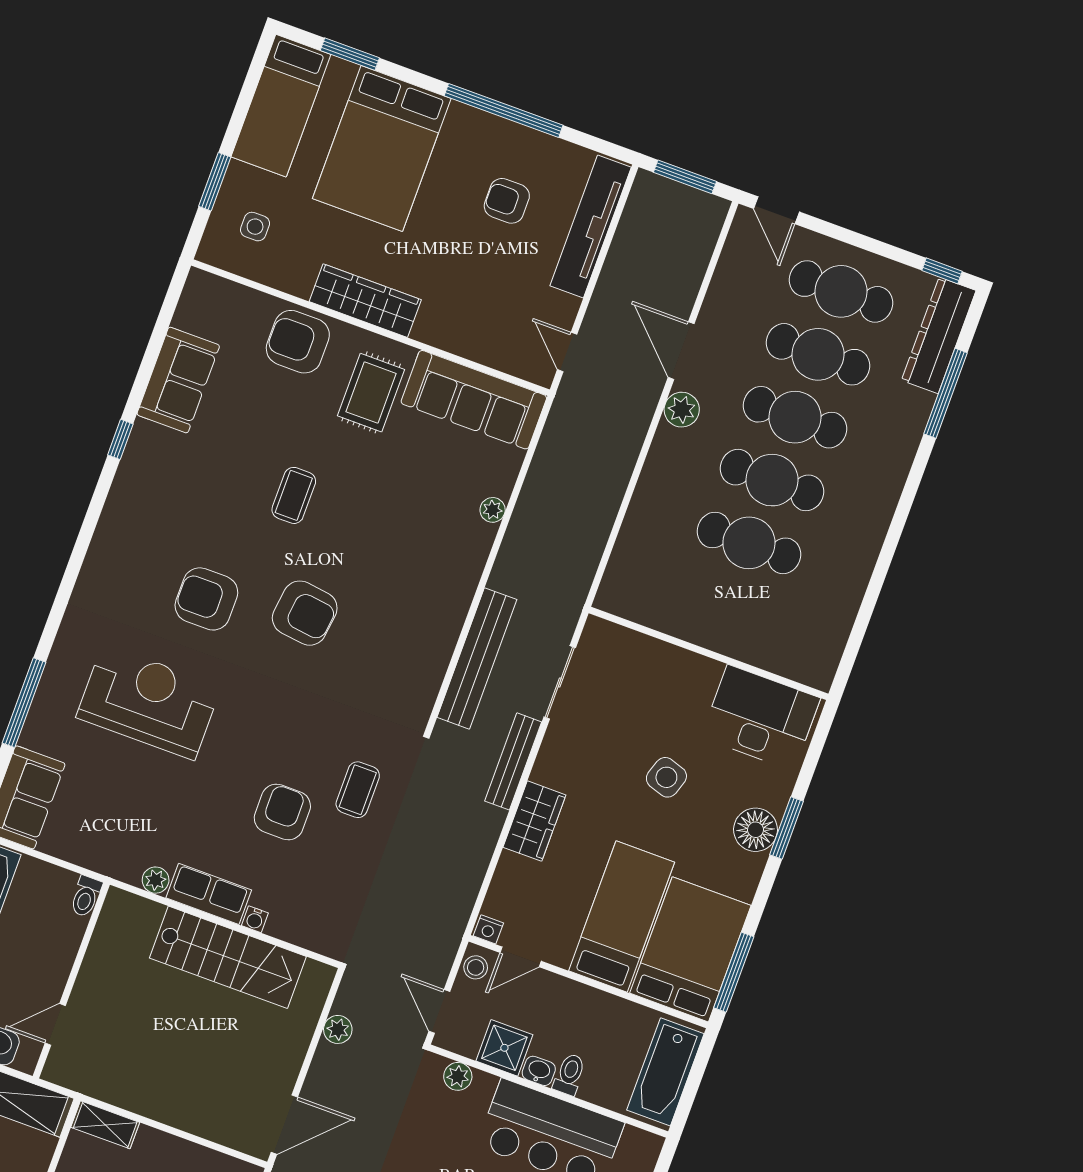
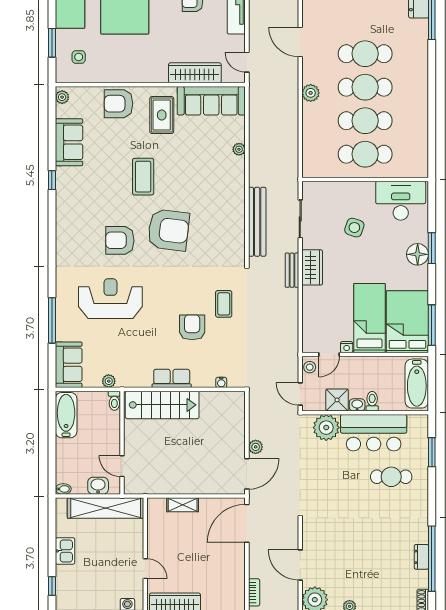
plant: (196, 290) -> (62, 97), added
wardrobe: (365, 301) -> (195, 73), moved
cafe table: (818, 354) -> (365, 154), moved
plant: (682, 410) -> (311, 93), moved
coffee table: (294, 495) -> (143, 177), width x1.36, depth x1.30
armchair: (305, 613) -> (168, 230), width x1.36, depth x1.36
bench: (513, 761) -> (292, 270), width x0.73
side table: (666, 777) -> (354, 228), moved
wardrobe: (534, 821) -> (312, 267), moved
plant: (156, 880) -> (109, 381), moved
water cooler: (255, 919) -> (221, 382), moved
nightstand: (488, 929) -> (347, 347), moved
stairs: (228, 957) -> (162, 405), moved
door: (55, 1024) -> (122, 466), hinge flipped
plant: (338, 1029) -> (256, 447), moved
plant: (458, 1076) -> (326, 428), width x1.87, depth x1.87
shelving: (105, 1125) -> (183, 505), moved

